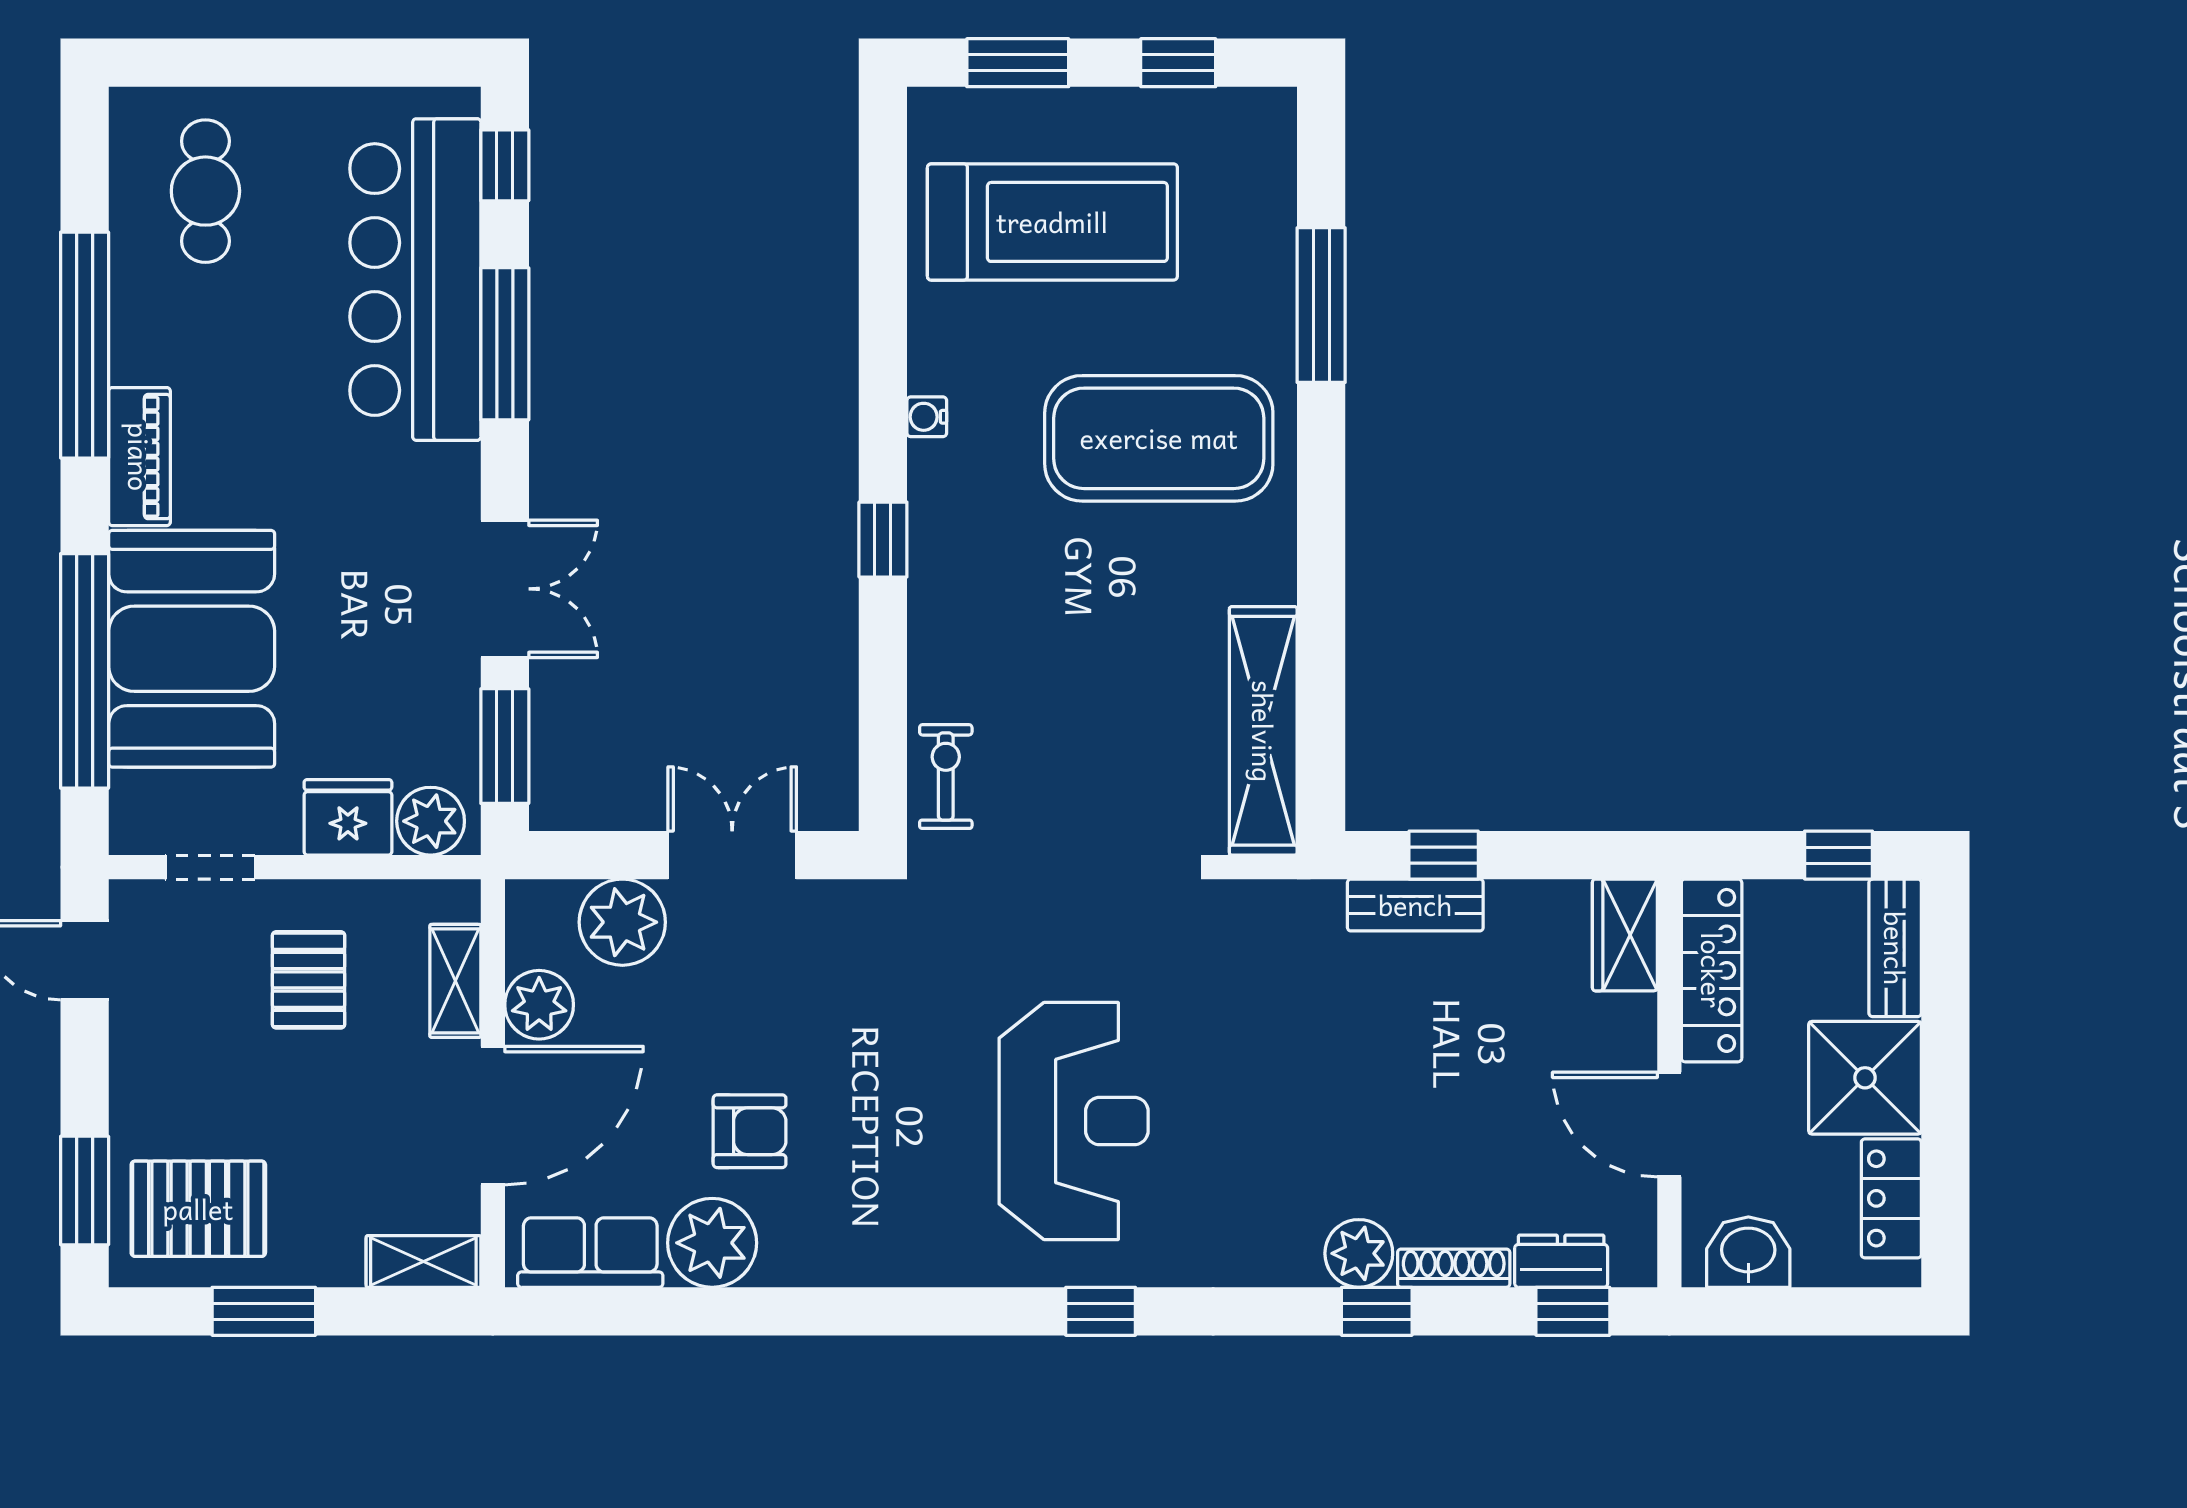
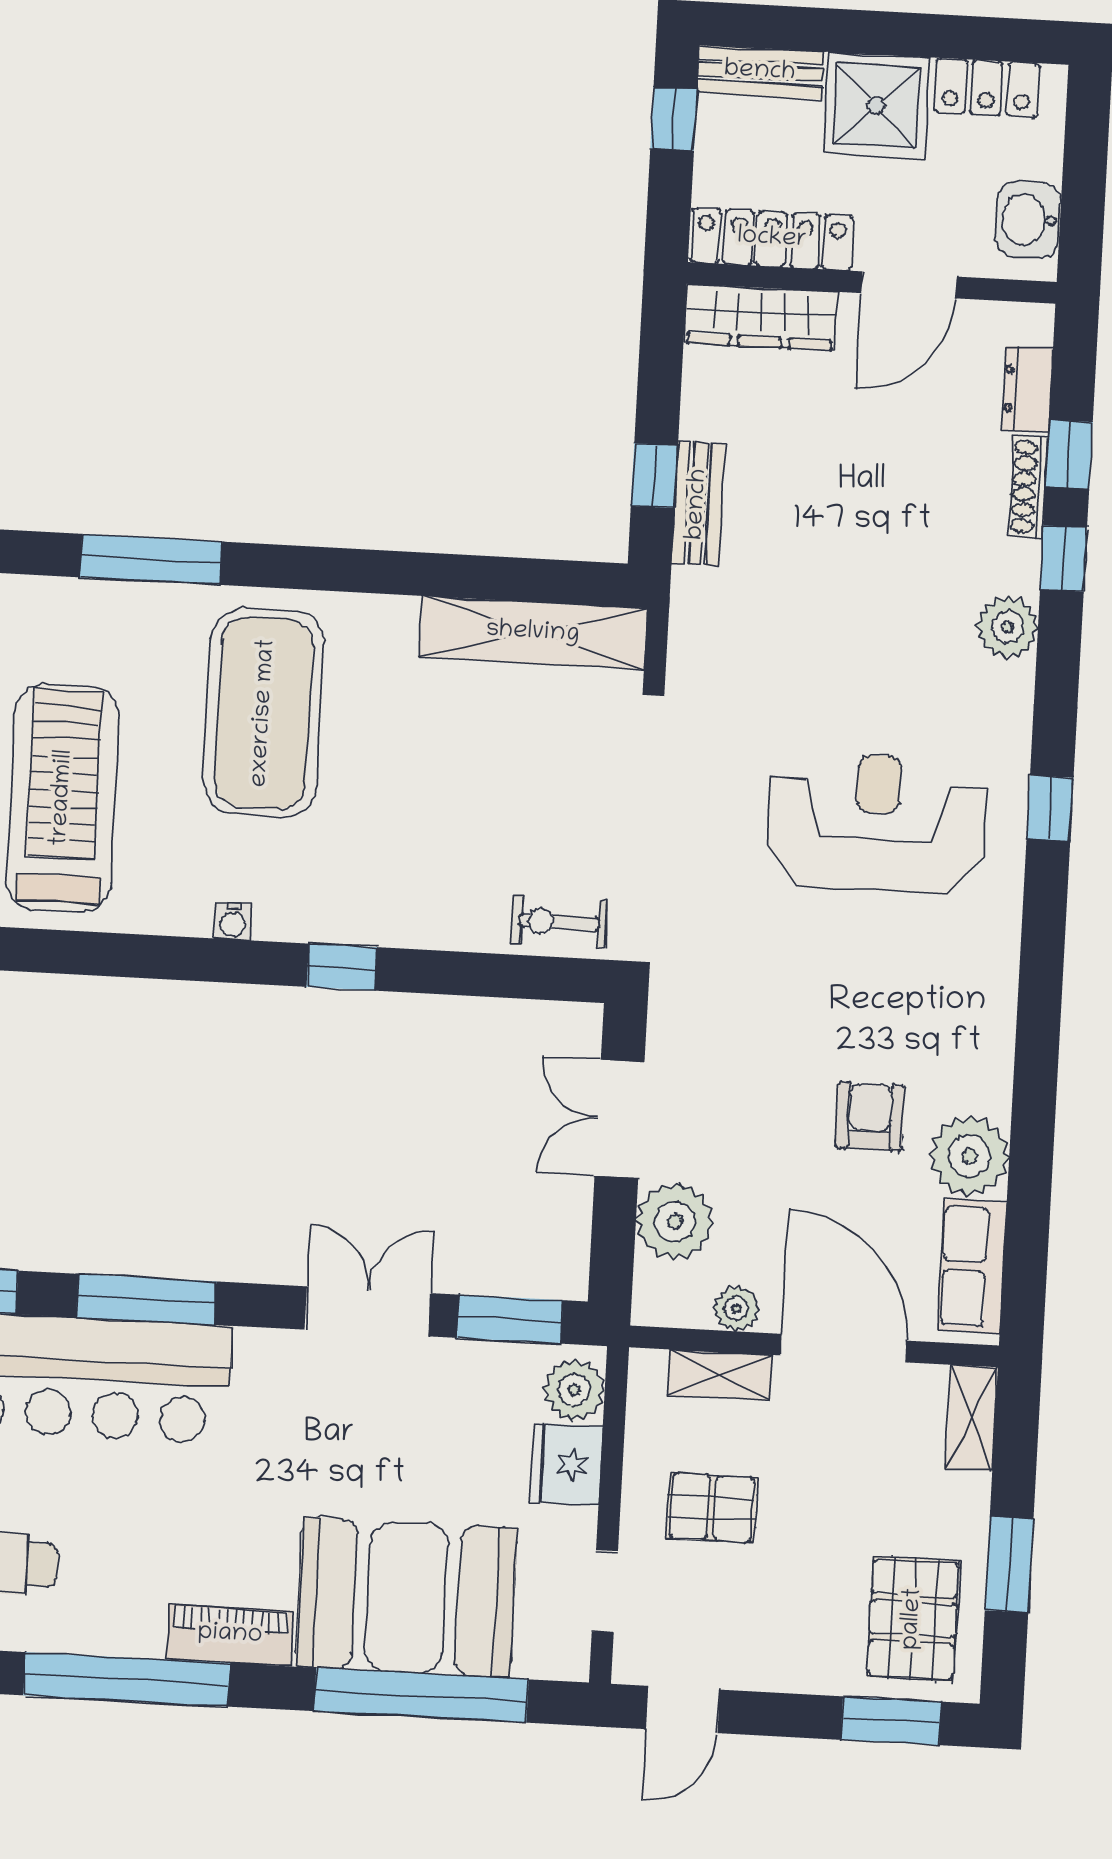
wardrobe: (1625, 935) -> (761, 317), width x1.50
plant: (539, 1005) -> (736, 1309), width x0.73, depth x0.73
plant: (1359, 1253) -> (1007, 627), moved
window: (1573, 1311) -> (1069, 454), moved

